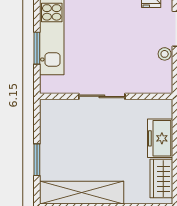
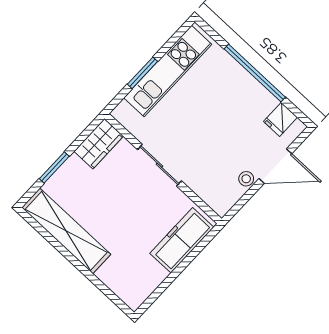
freezer: (160, 138) -> (182, 240), width x1.40
wardrobe: (161, 179) -> (99, 144), moved, turned 180

